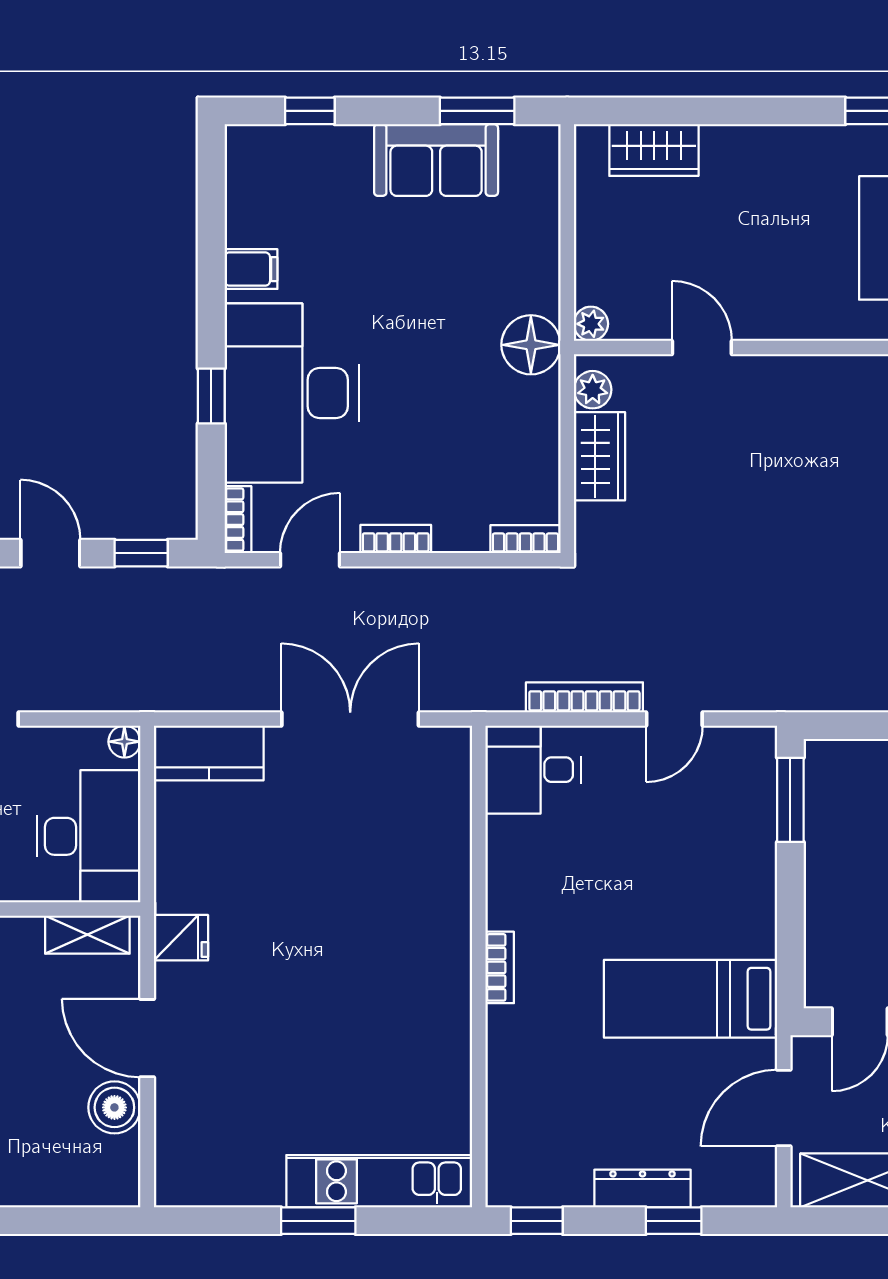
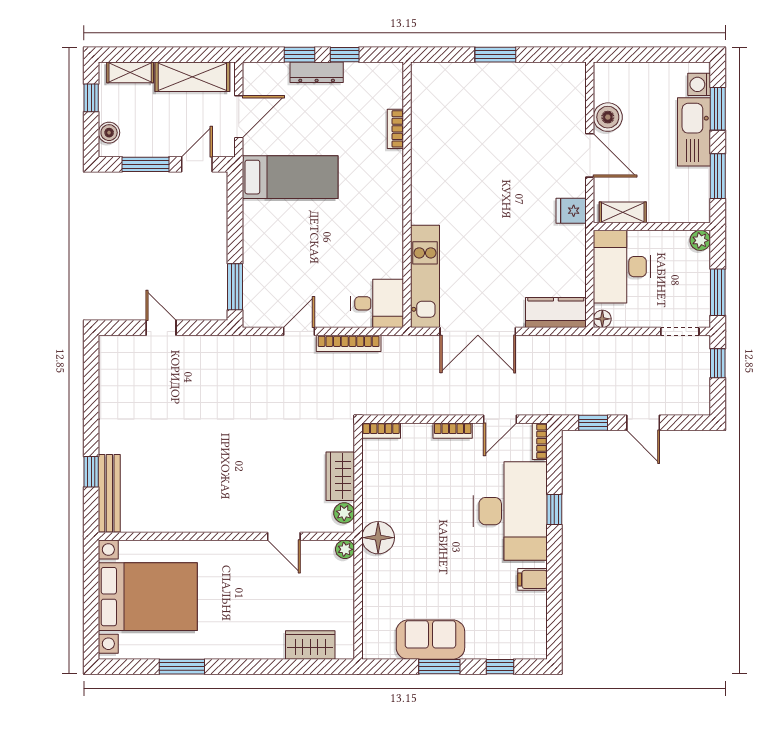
window: (477, 111) -> (439, 667), moved
bookcase: (500, 967) -> (395, 129), moved
kitchen unit: (379, 1181) -> (425, 276), moved, turned -90
window: (537, 1221) -> (345, 55), moved

